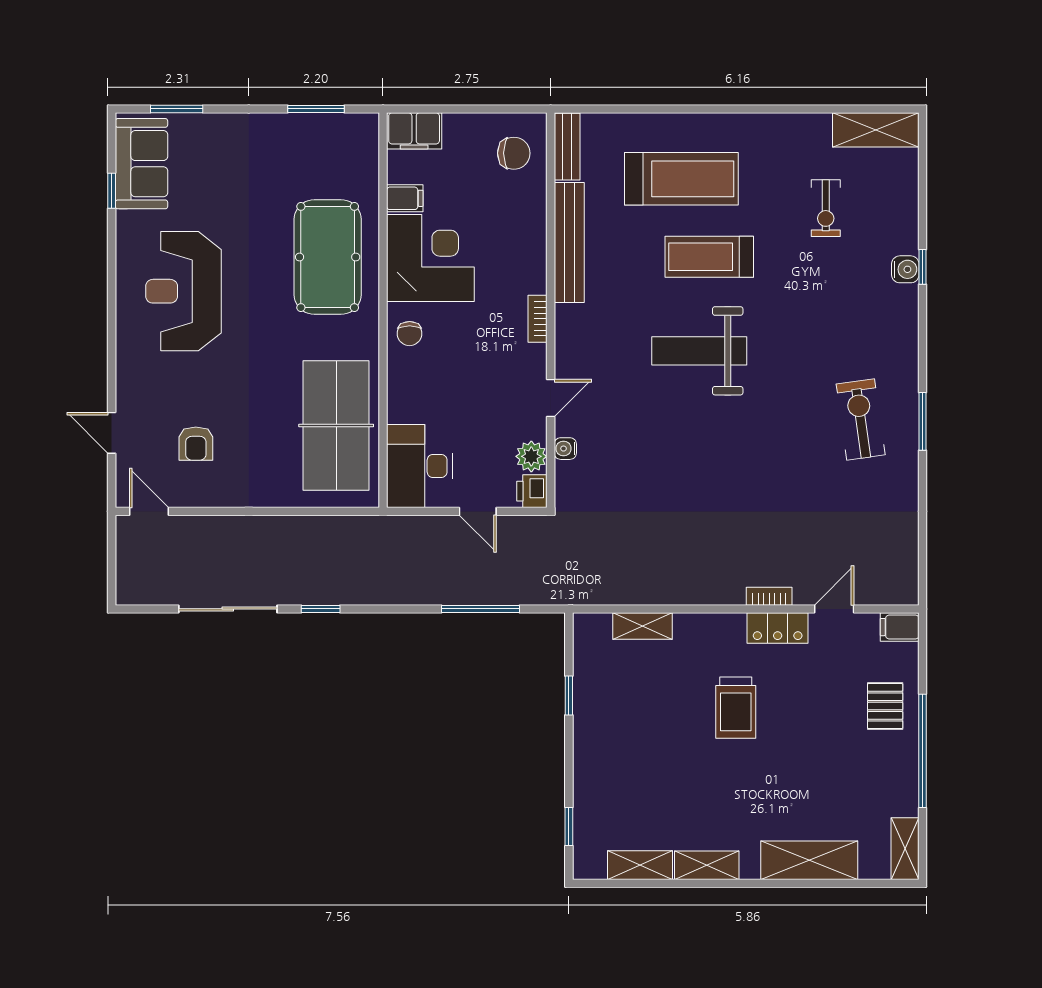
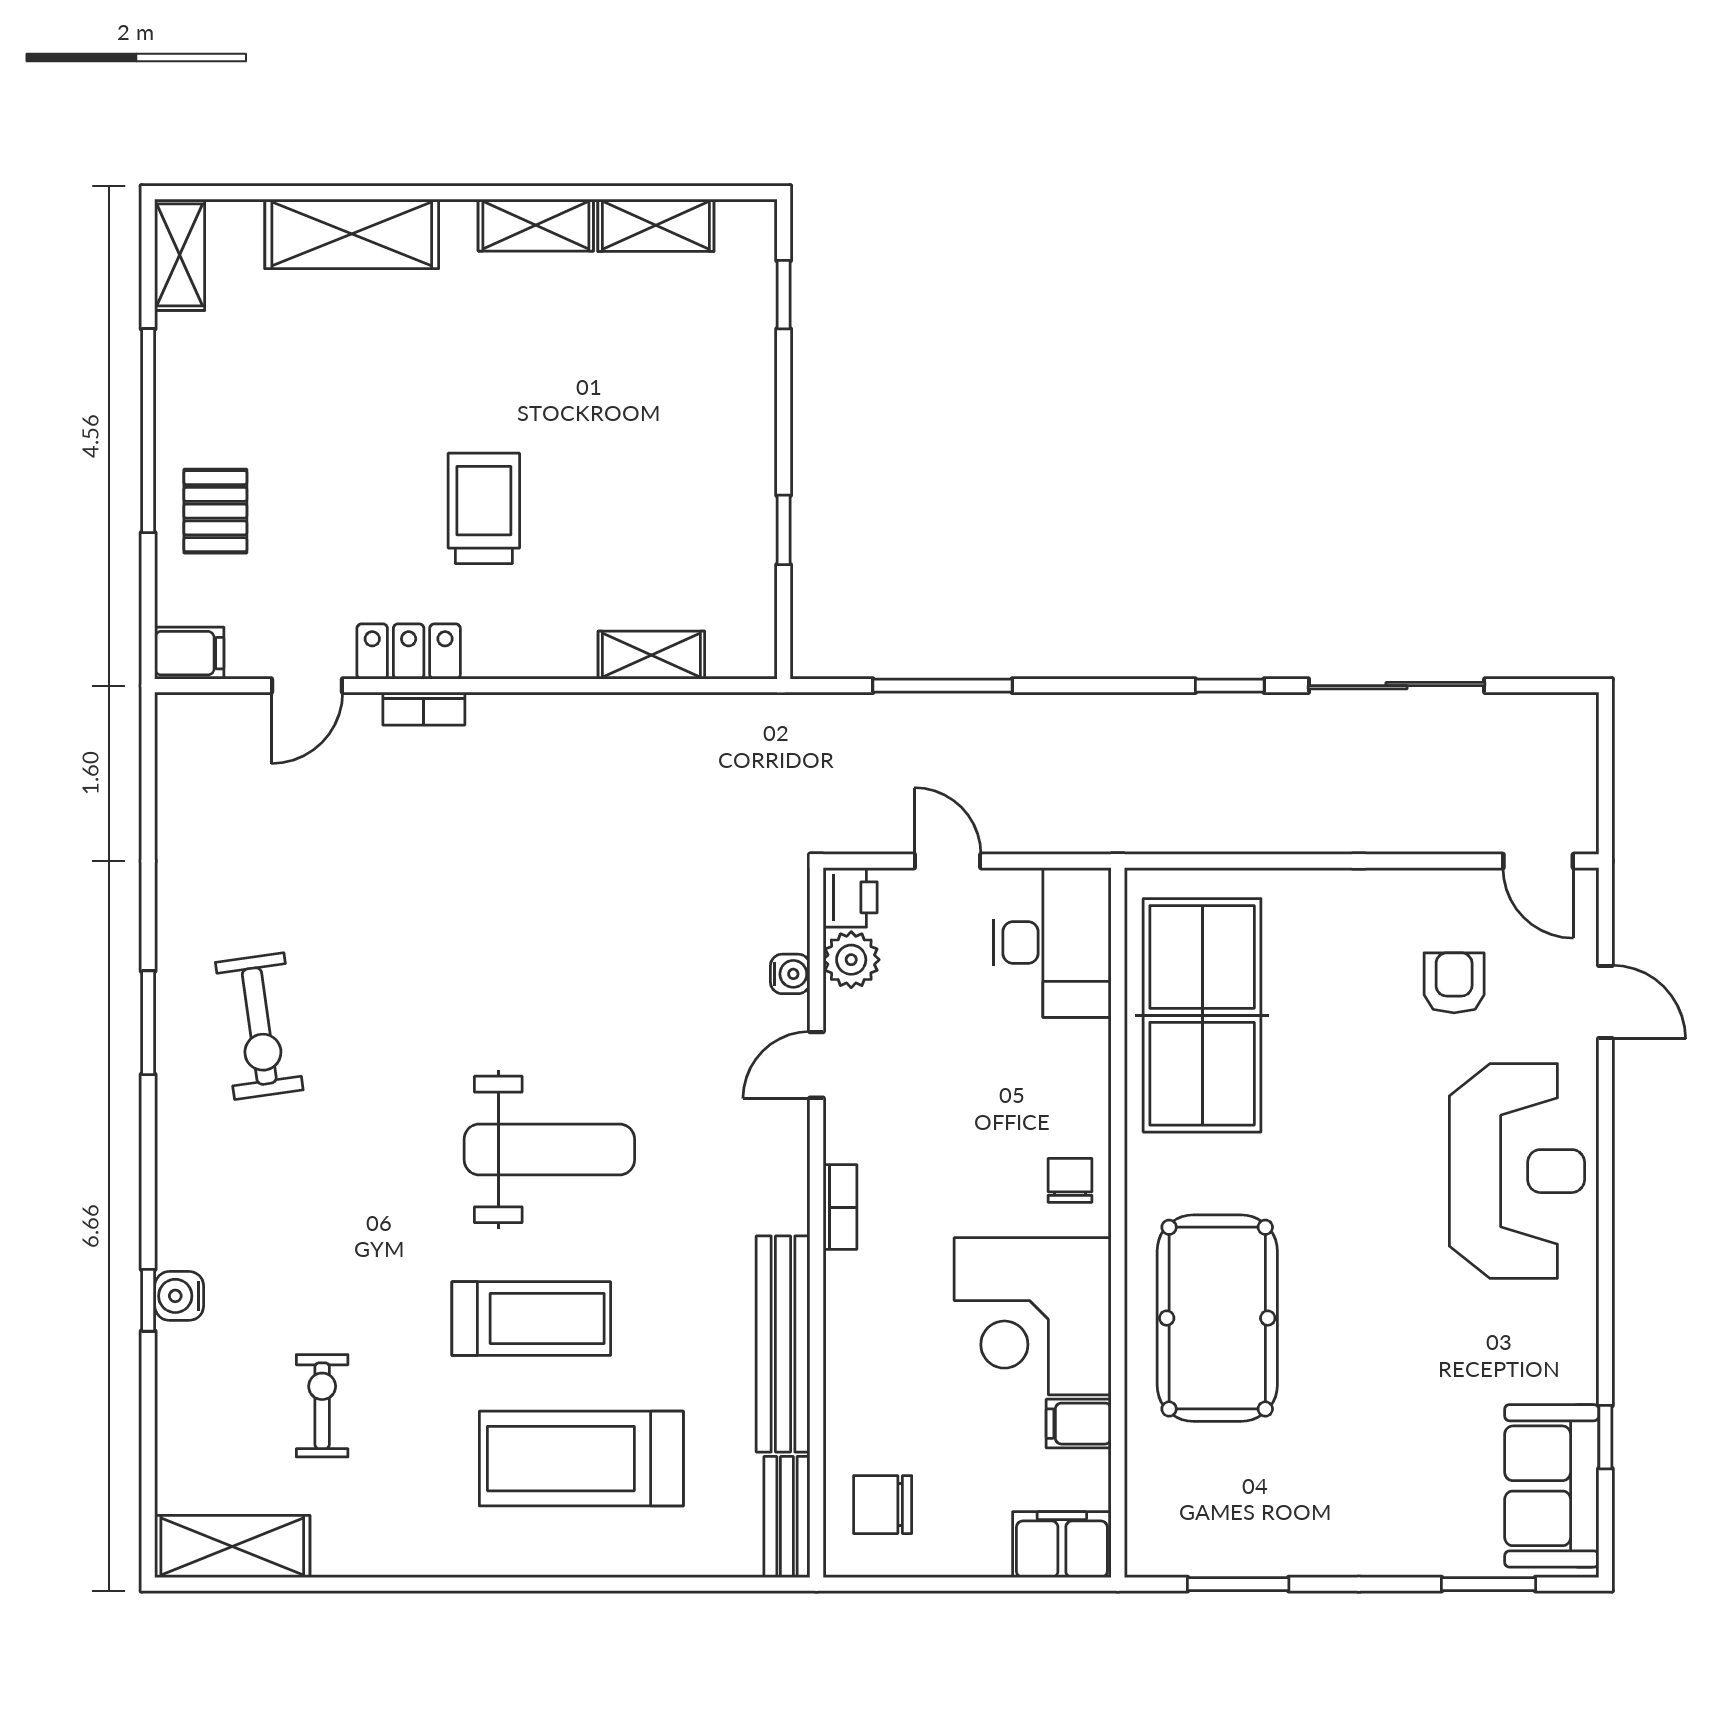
reception desk: (183, 291) -> (1517, 1171), moved

